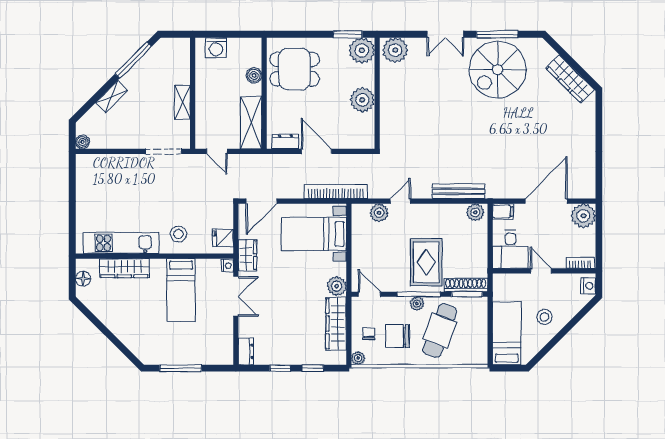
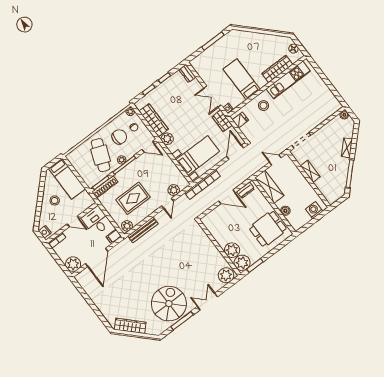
plant: (362, 100) -> (232, 250), moved
rug: (426, 262) -> (133, 198), moved, turned 90

